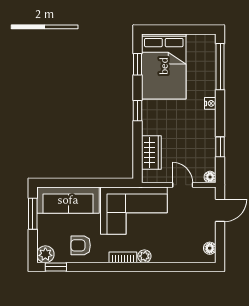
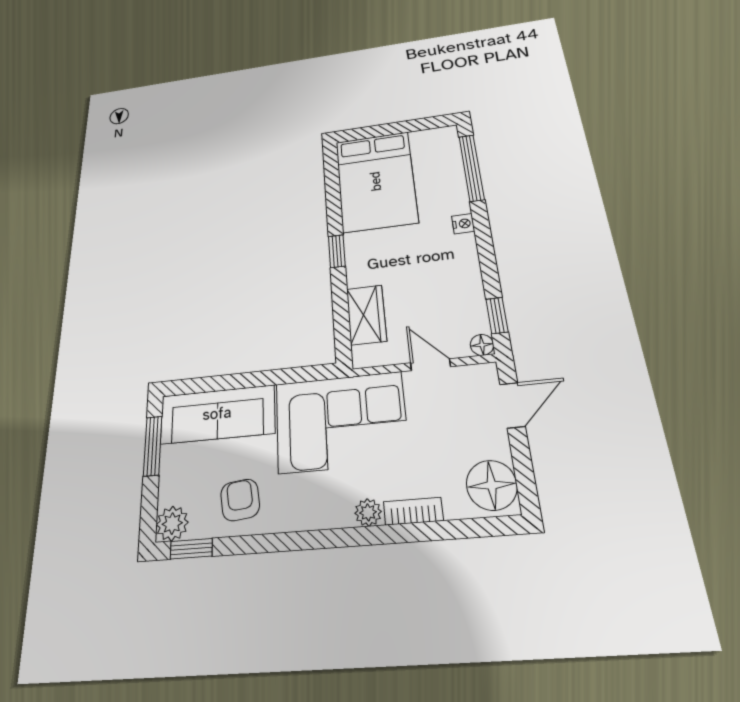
window: (138, 64) -> (332, 184), removed
window: (220, 147) -> (497, 315), moved
armchair: (81, 245) -> (240, 500), turned 84
floor lamp: (210, 248) -> (492, 485), width x1.89, depth x1.89
bookcase: (123, 257) -> (413, 511), moved

